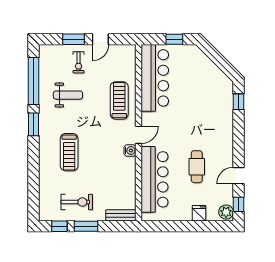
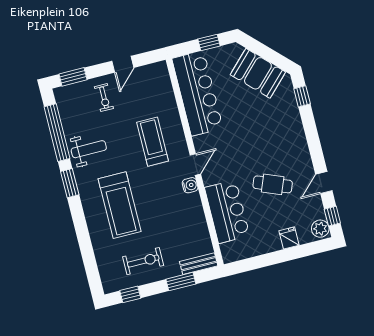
window: (74, 39) -> (73, 77), moved
booth: (208, 74) -> (258, 73), added
weight bench: (68, 95) -> (89, 149), moved
treadmill: (119, 100) -> (153, 142), moved
treadmill: (69, 152) -> (120, 205), width x1.37, depth x1.38
cafe table: (197, 167) -> (273, 184), turned -68
bar counter: (154, 179) -> (227, 212), width x0.73
window: (86, 226) -> (181, 282), moved

